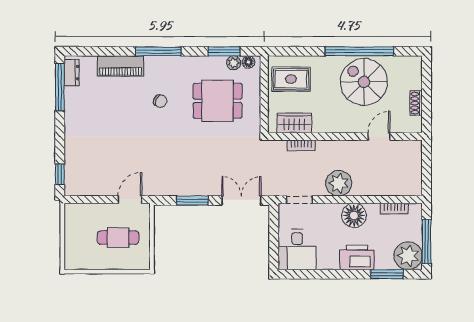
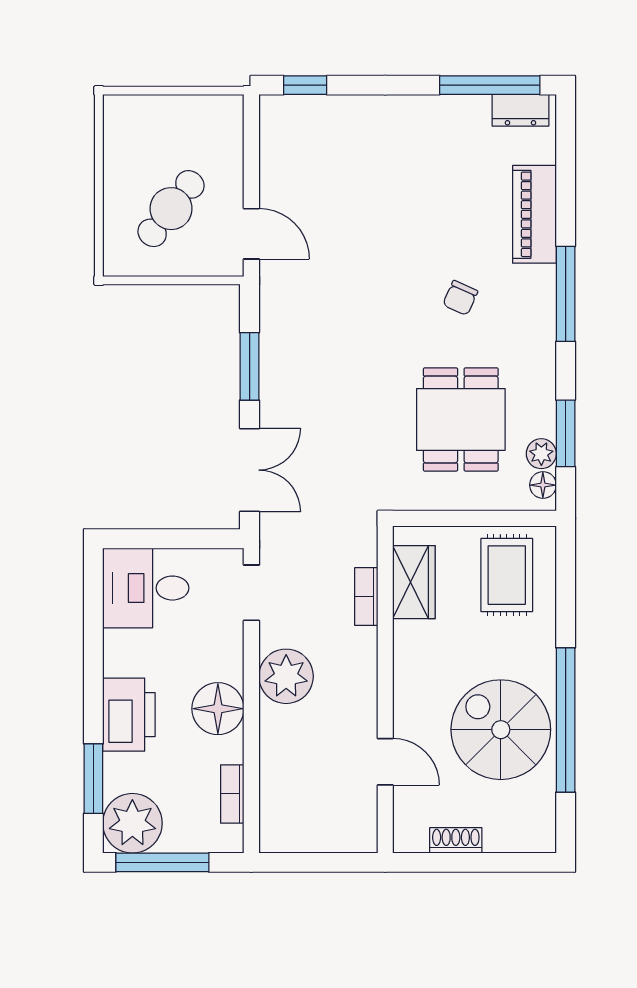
spiral stairs: (364, 82) -> (501, 730), turned -90
cafe table: (118, 238) -> (171, 209), turned 38

